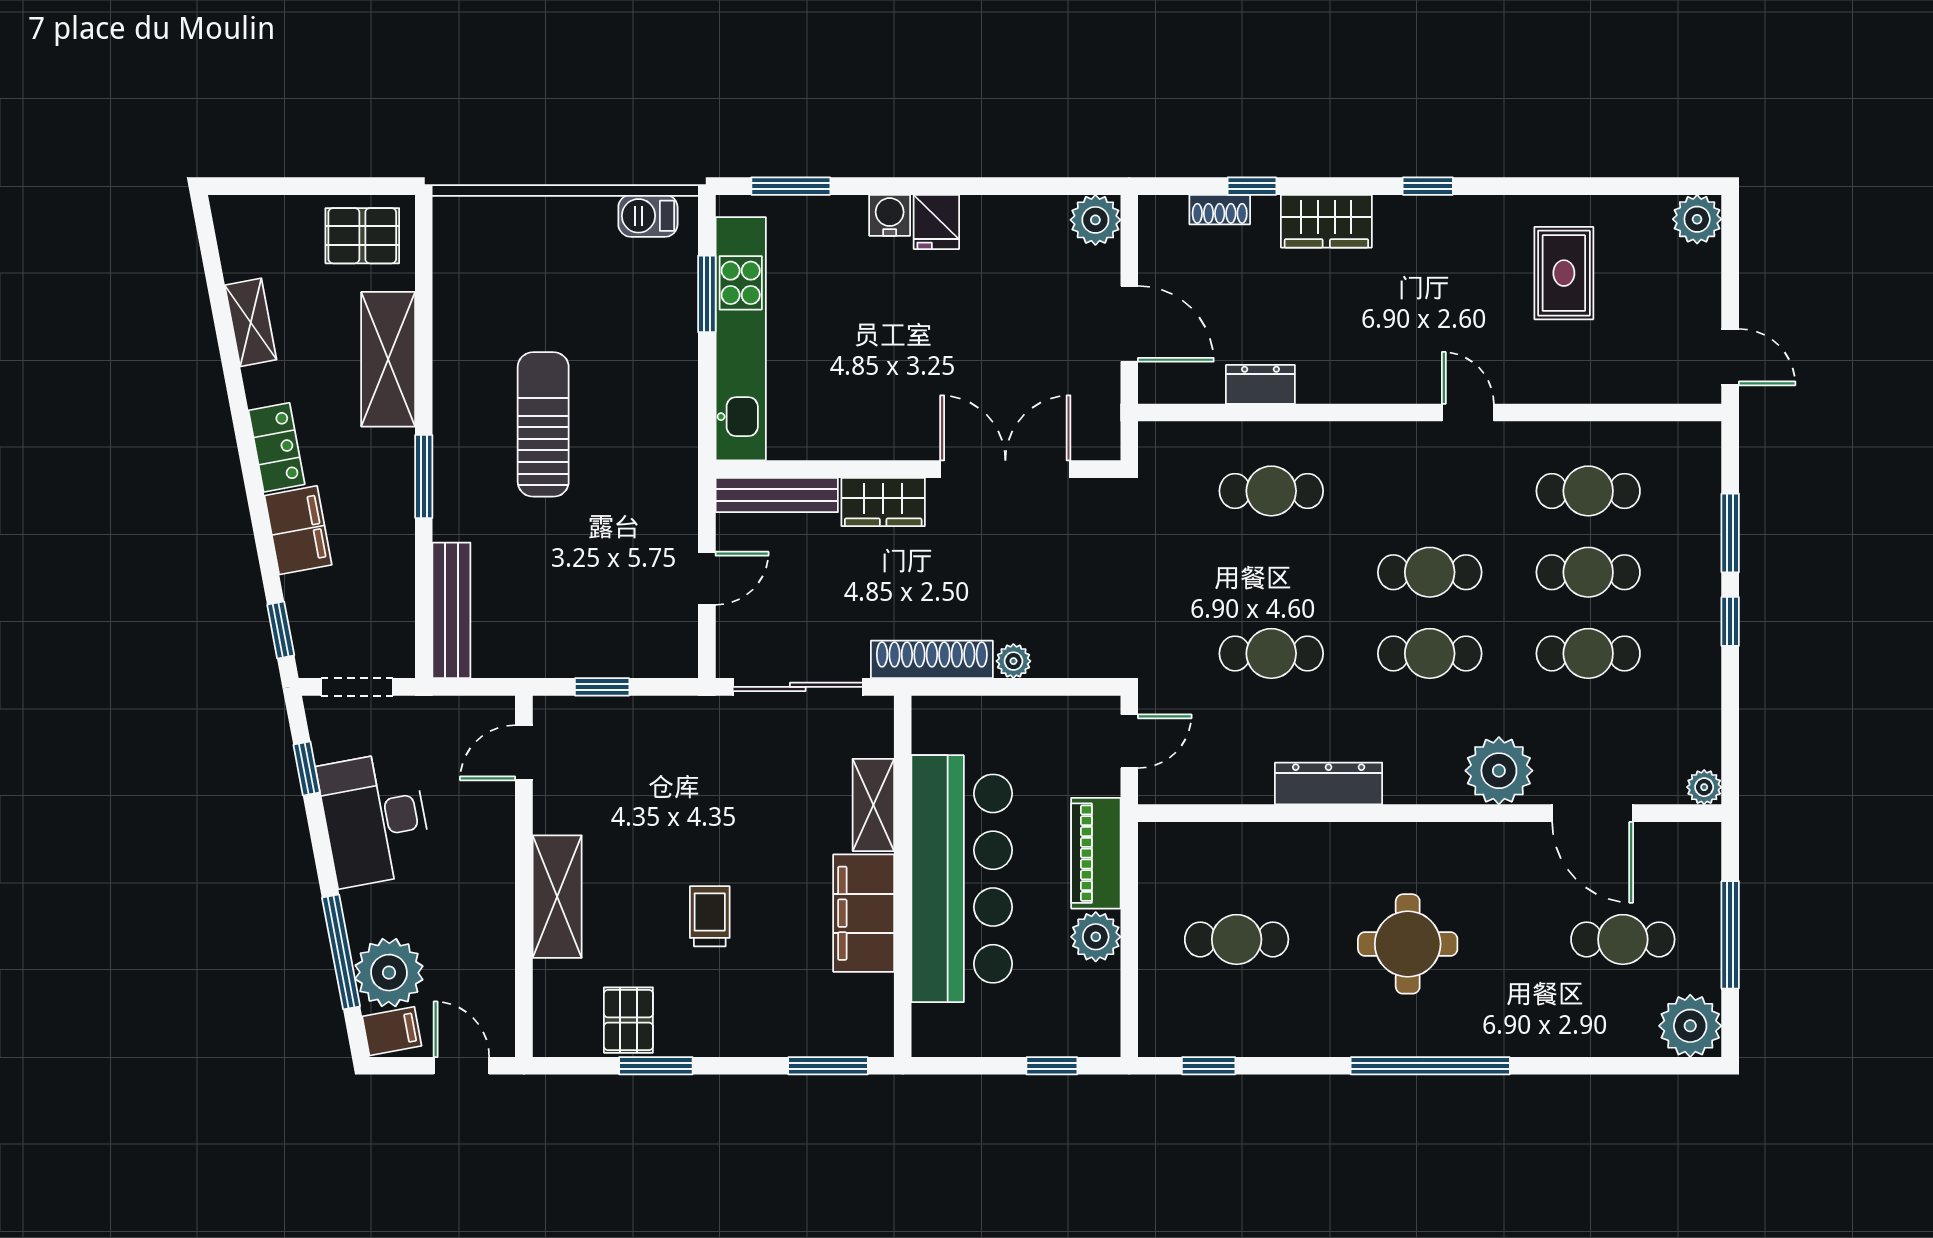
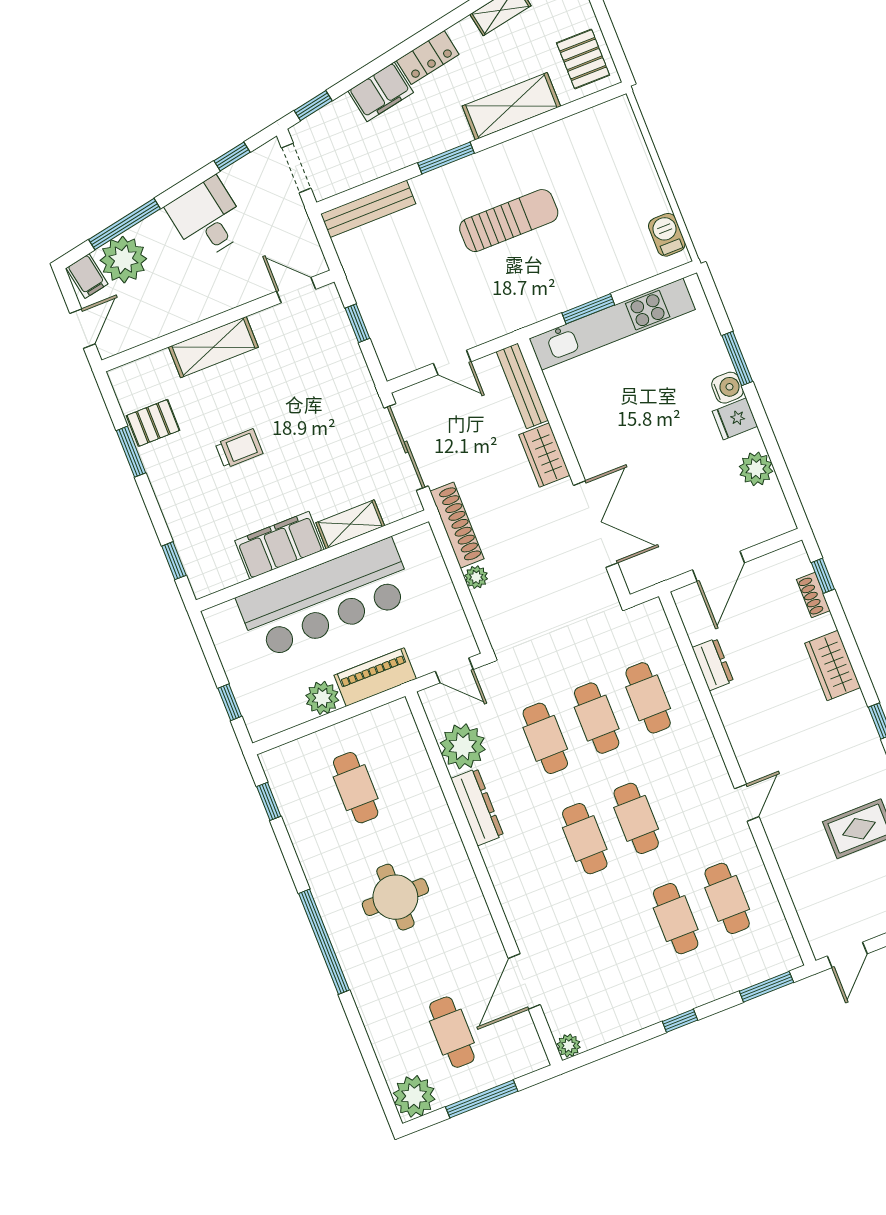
window: (791, 186) -> (737, 359), moved
window: (1252, 186) -> (823, 576), moved
plant: (1095, 220) -> (756, 469), moved
window: (707, 294) -> (588, 309), moved
window: (1730, 533) -> (766, 987), moved
cafe table: (1588, 653) -> (597, 718), moved
plant: (1499, 771) -> (463, 746), moved
desk: (375, 819) -> (207, 219), width x0.73
window: (828, 1066) -> (174, 561), width x0.67

